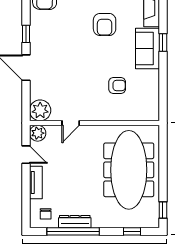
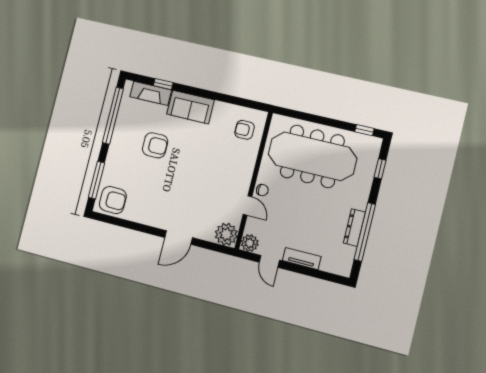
window: (26, 34) -> (144, 229), removed
window: (163, 42) -> (163, 84), moved
armchair: (117, 86) -> (244, 130), moved, turned -90
door: (26, 155) -> (269, 261), swing flipped
chair: (46, 214) -> (262, 190), moved

